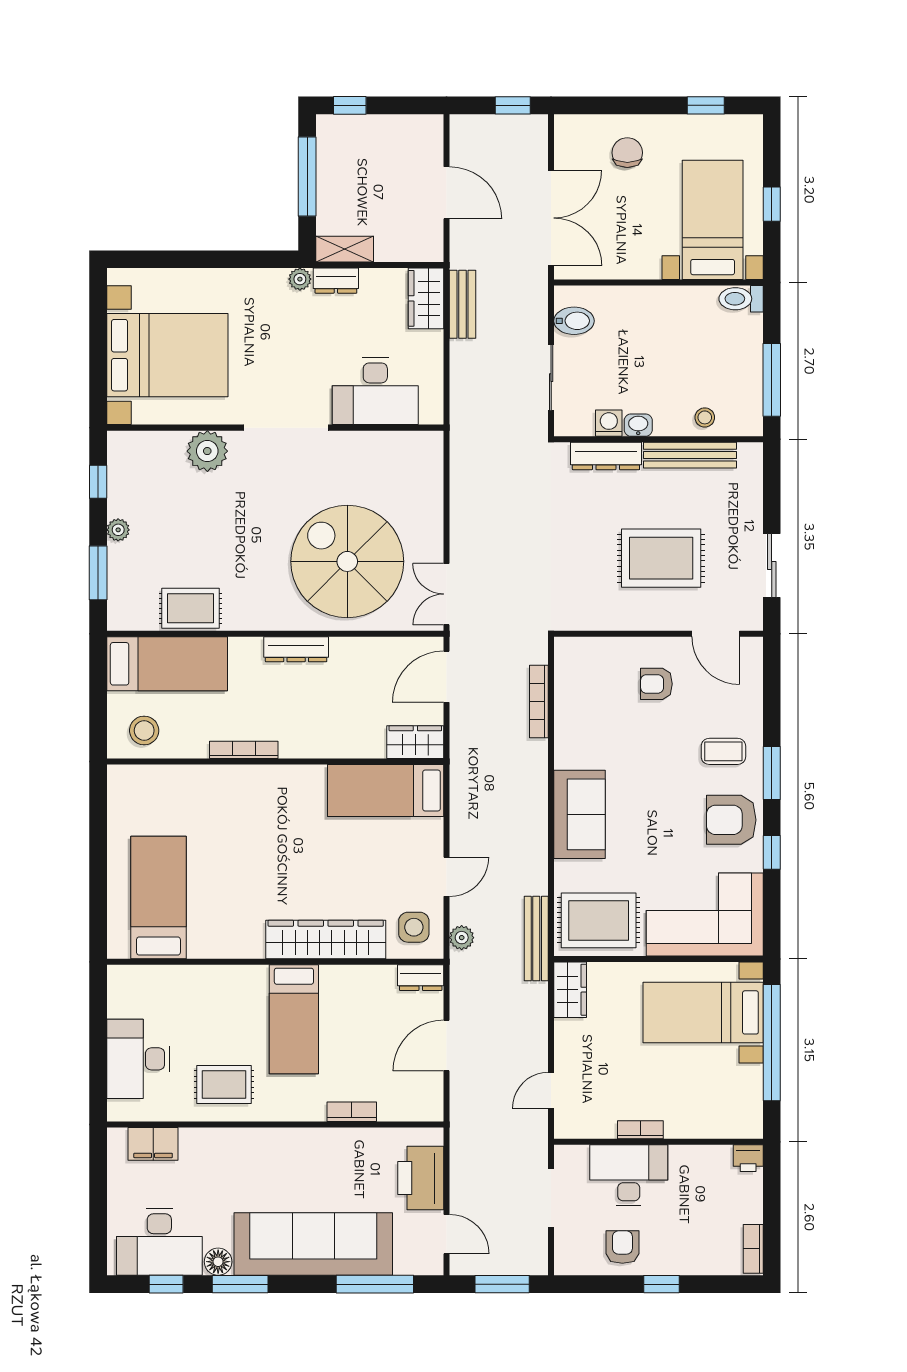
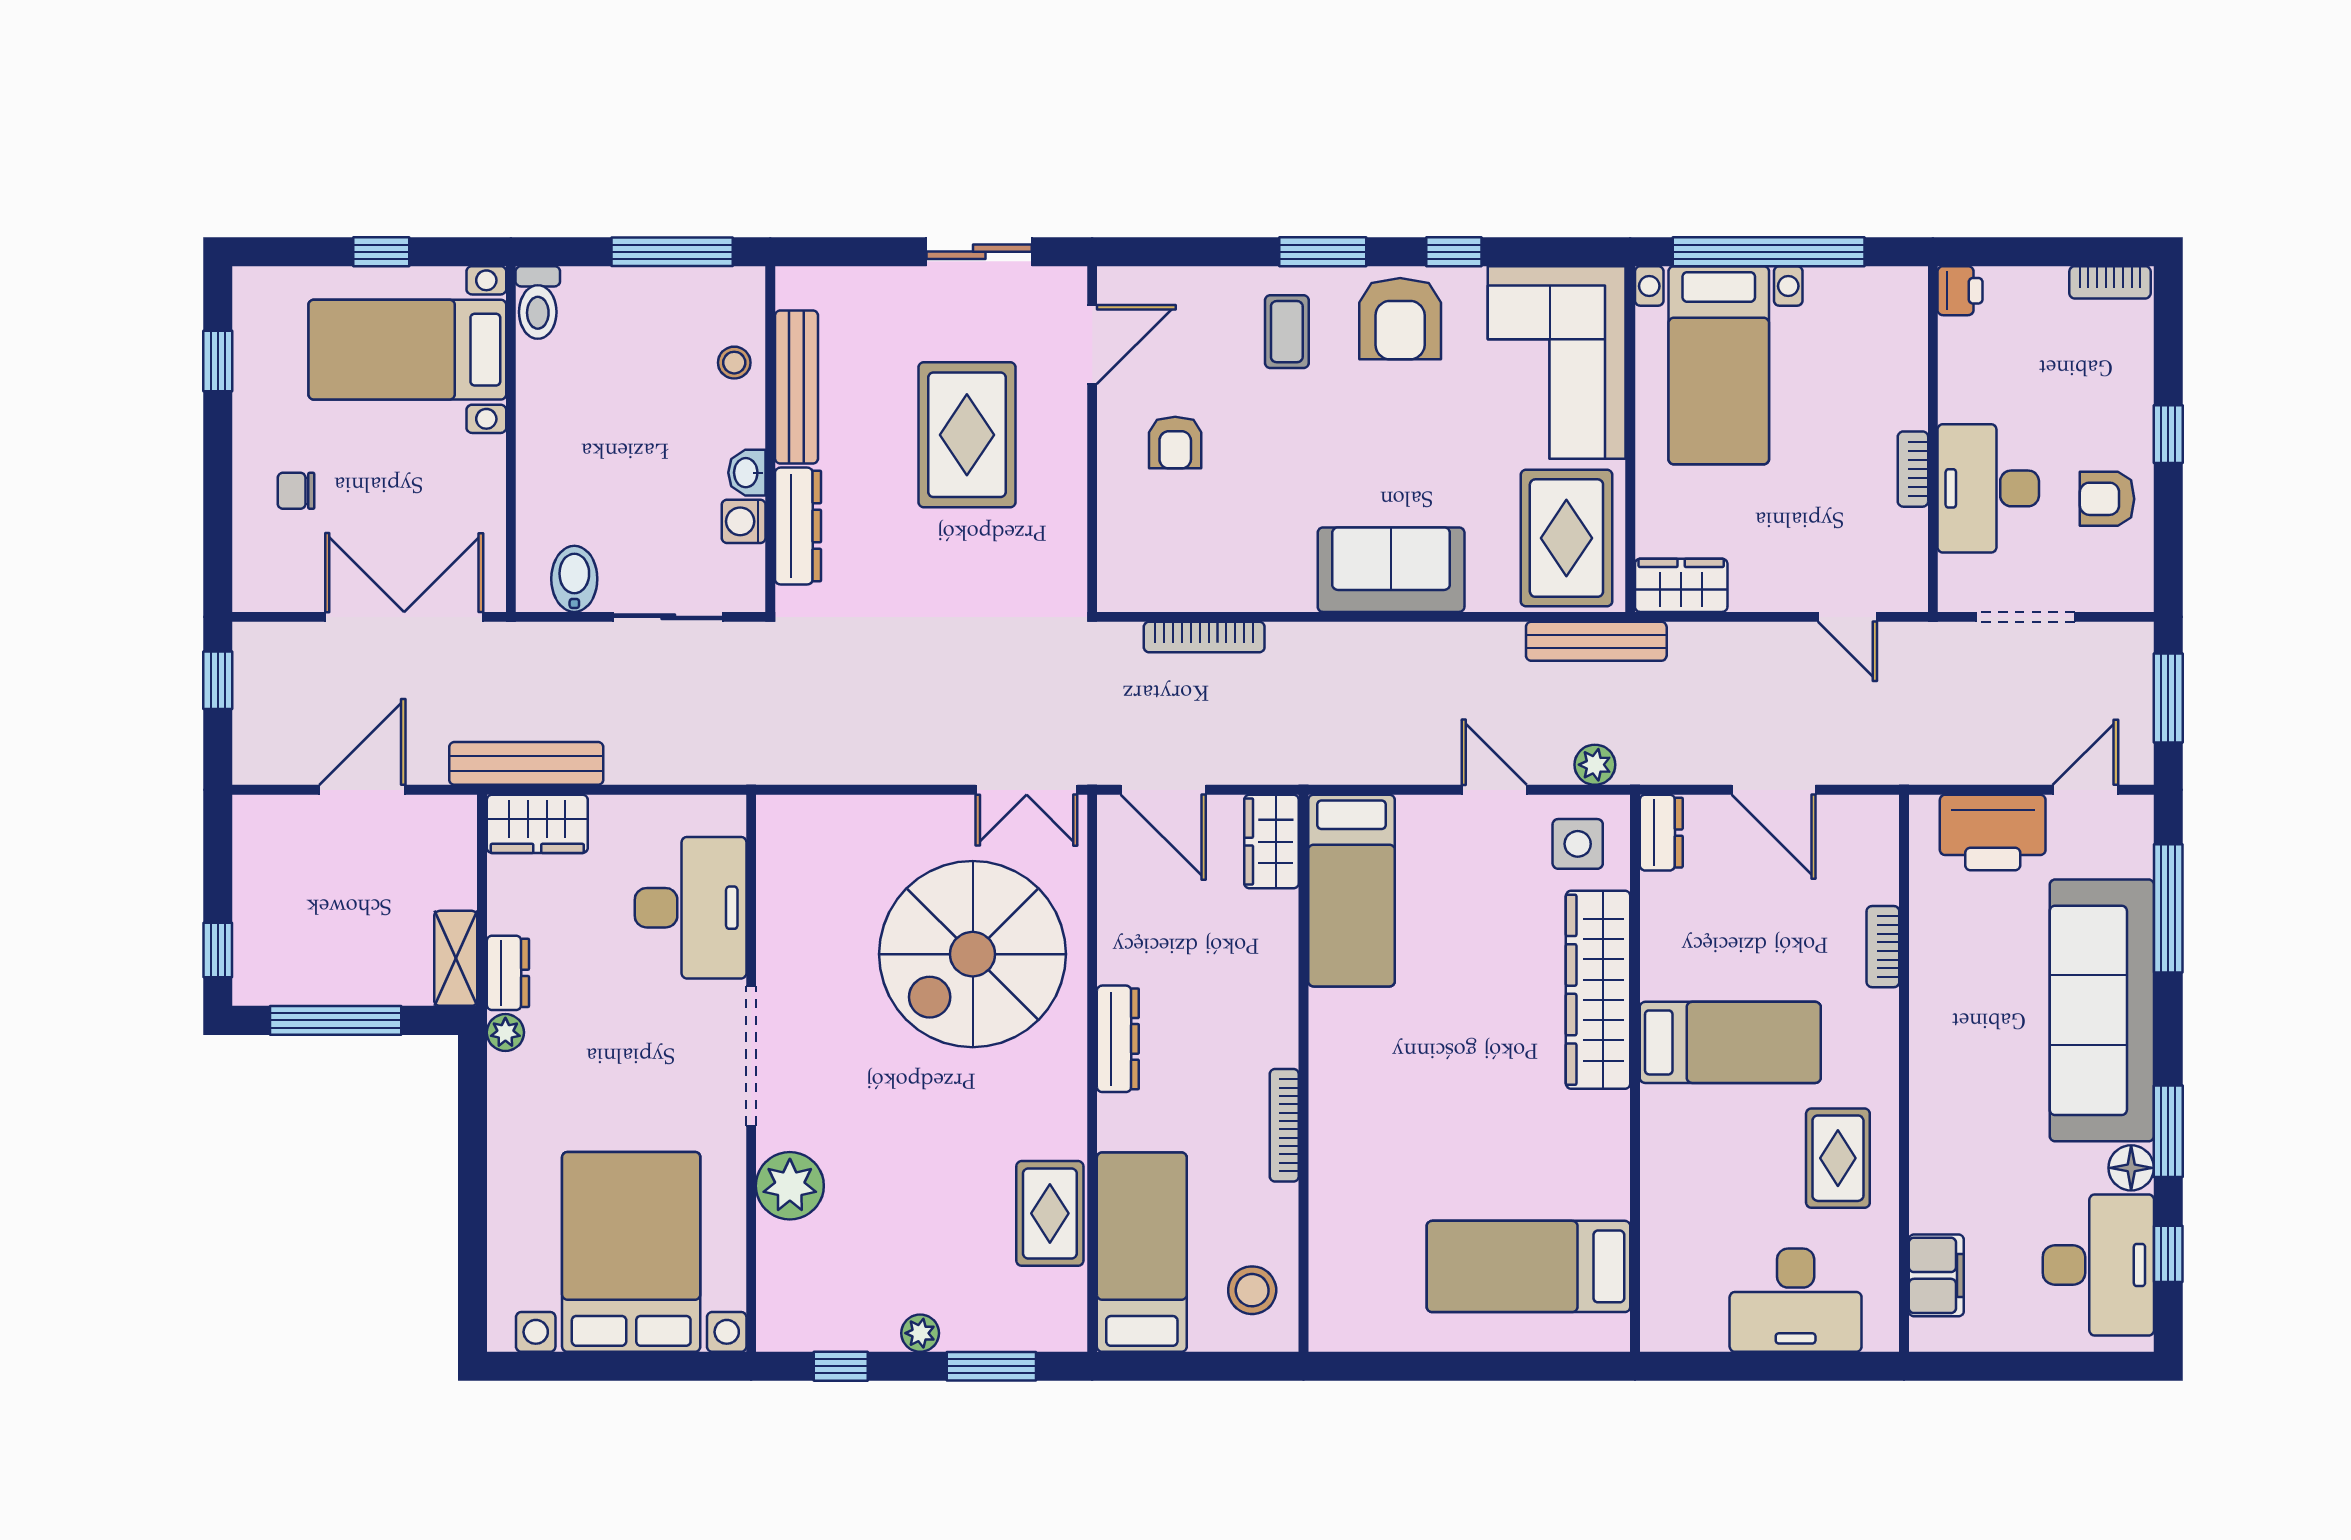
chair: (627, 153) -> (296, 491), width x0.73, depth x0.73
bench: (462, 304) -> (526, 763), width x1.36

